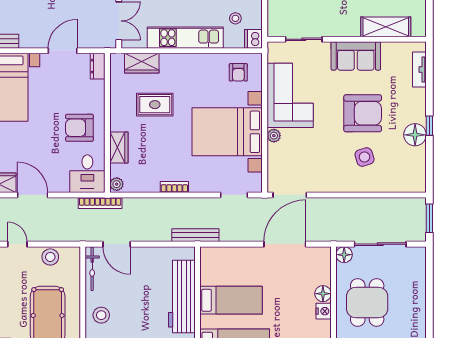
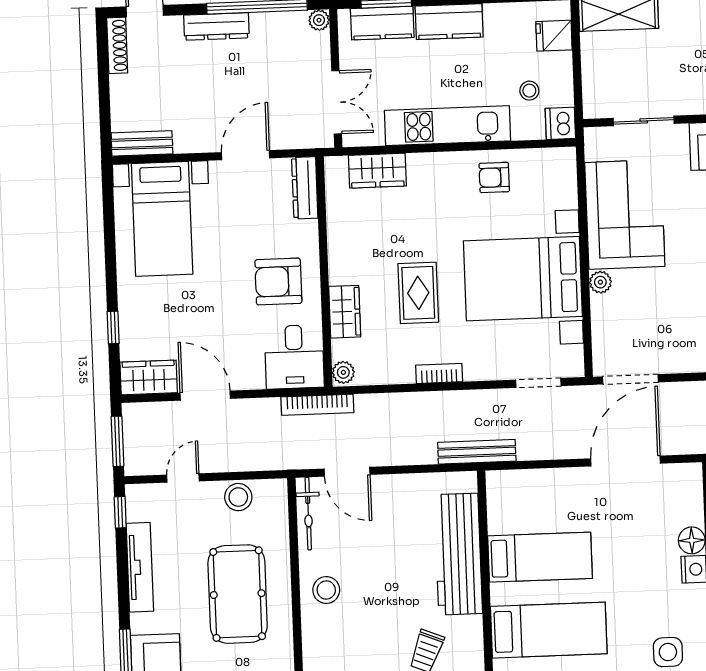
dresser: (98, 66) -> (305, 188), width x1.44
armchair: (238, 72) -> (494, 177), moved, turned 90
rug: (155, 105) -> (418, 293), moved, turned 90
door: (17, 244) -> (183, 478), hinge flipped

